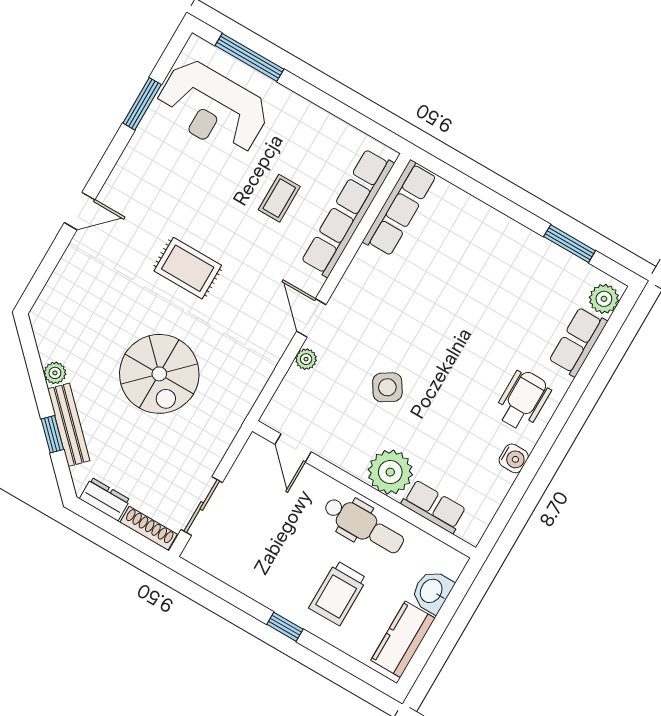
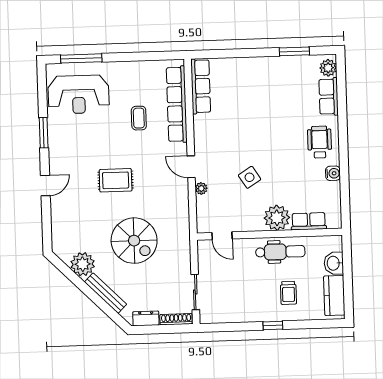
window: (142, 104) -> (44, 133), moved
plant: (55, 373) -> (83, 264), width x1.88, depth x1.88
window: (52, 434) -> (100, 303), removed
trolley: (338, 593) -> (288, 293), width x0.73, depth x0.72

